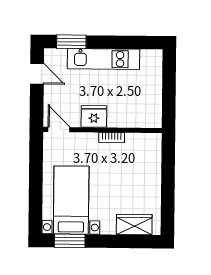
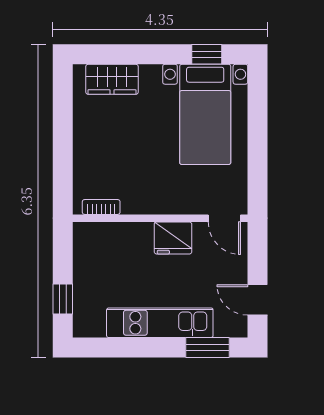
window: (169, 76) -> (63, 299), added
bookcase: (112, 138) -> (101, 207), moved
window: (70, 241) -> (207, 54), width x0.67

